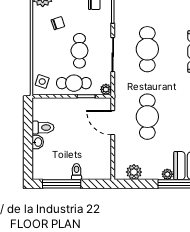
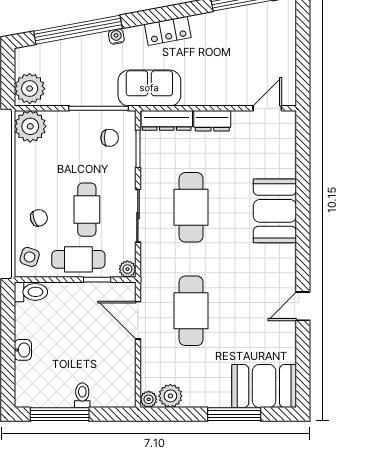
chair: (58, 23) -> (39, 218), moved
toilet: (43, 128) -> (31, 292), moved
plant: (167, 174) -> (149, 399), moved

